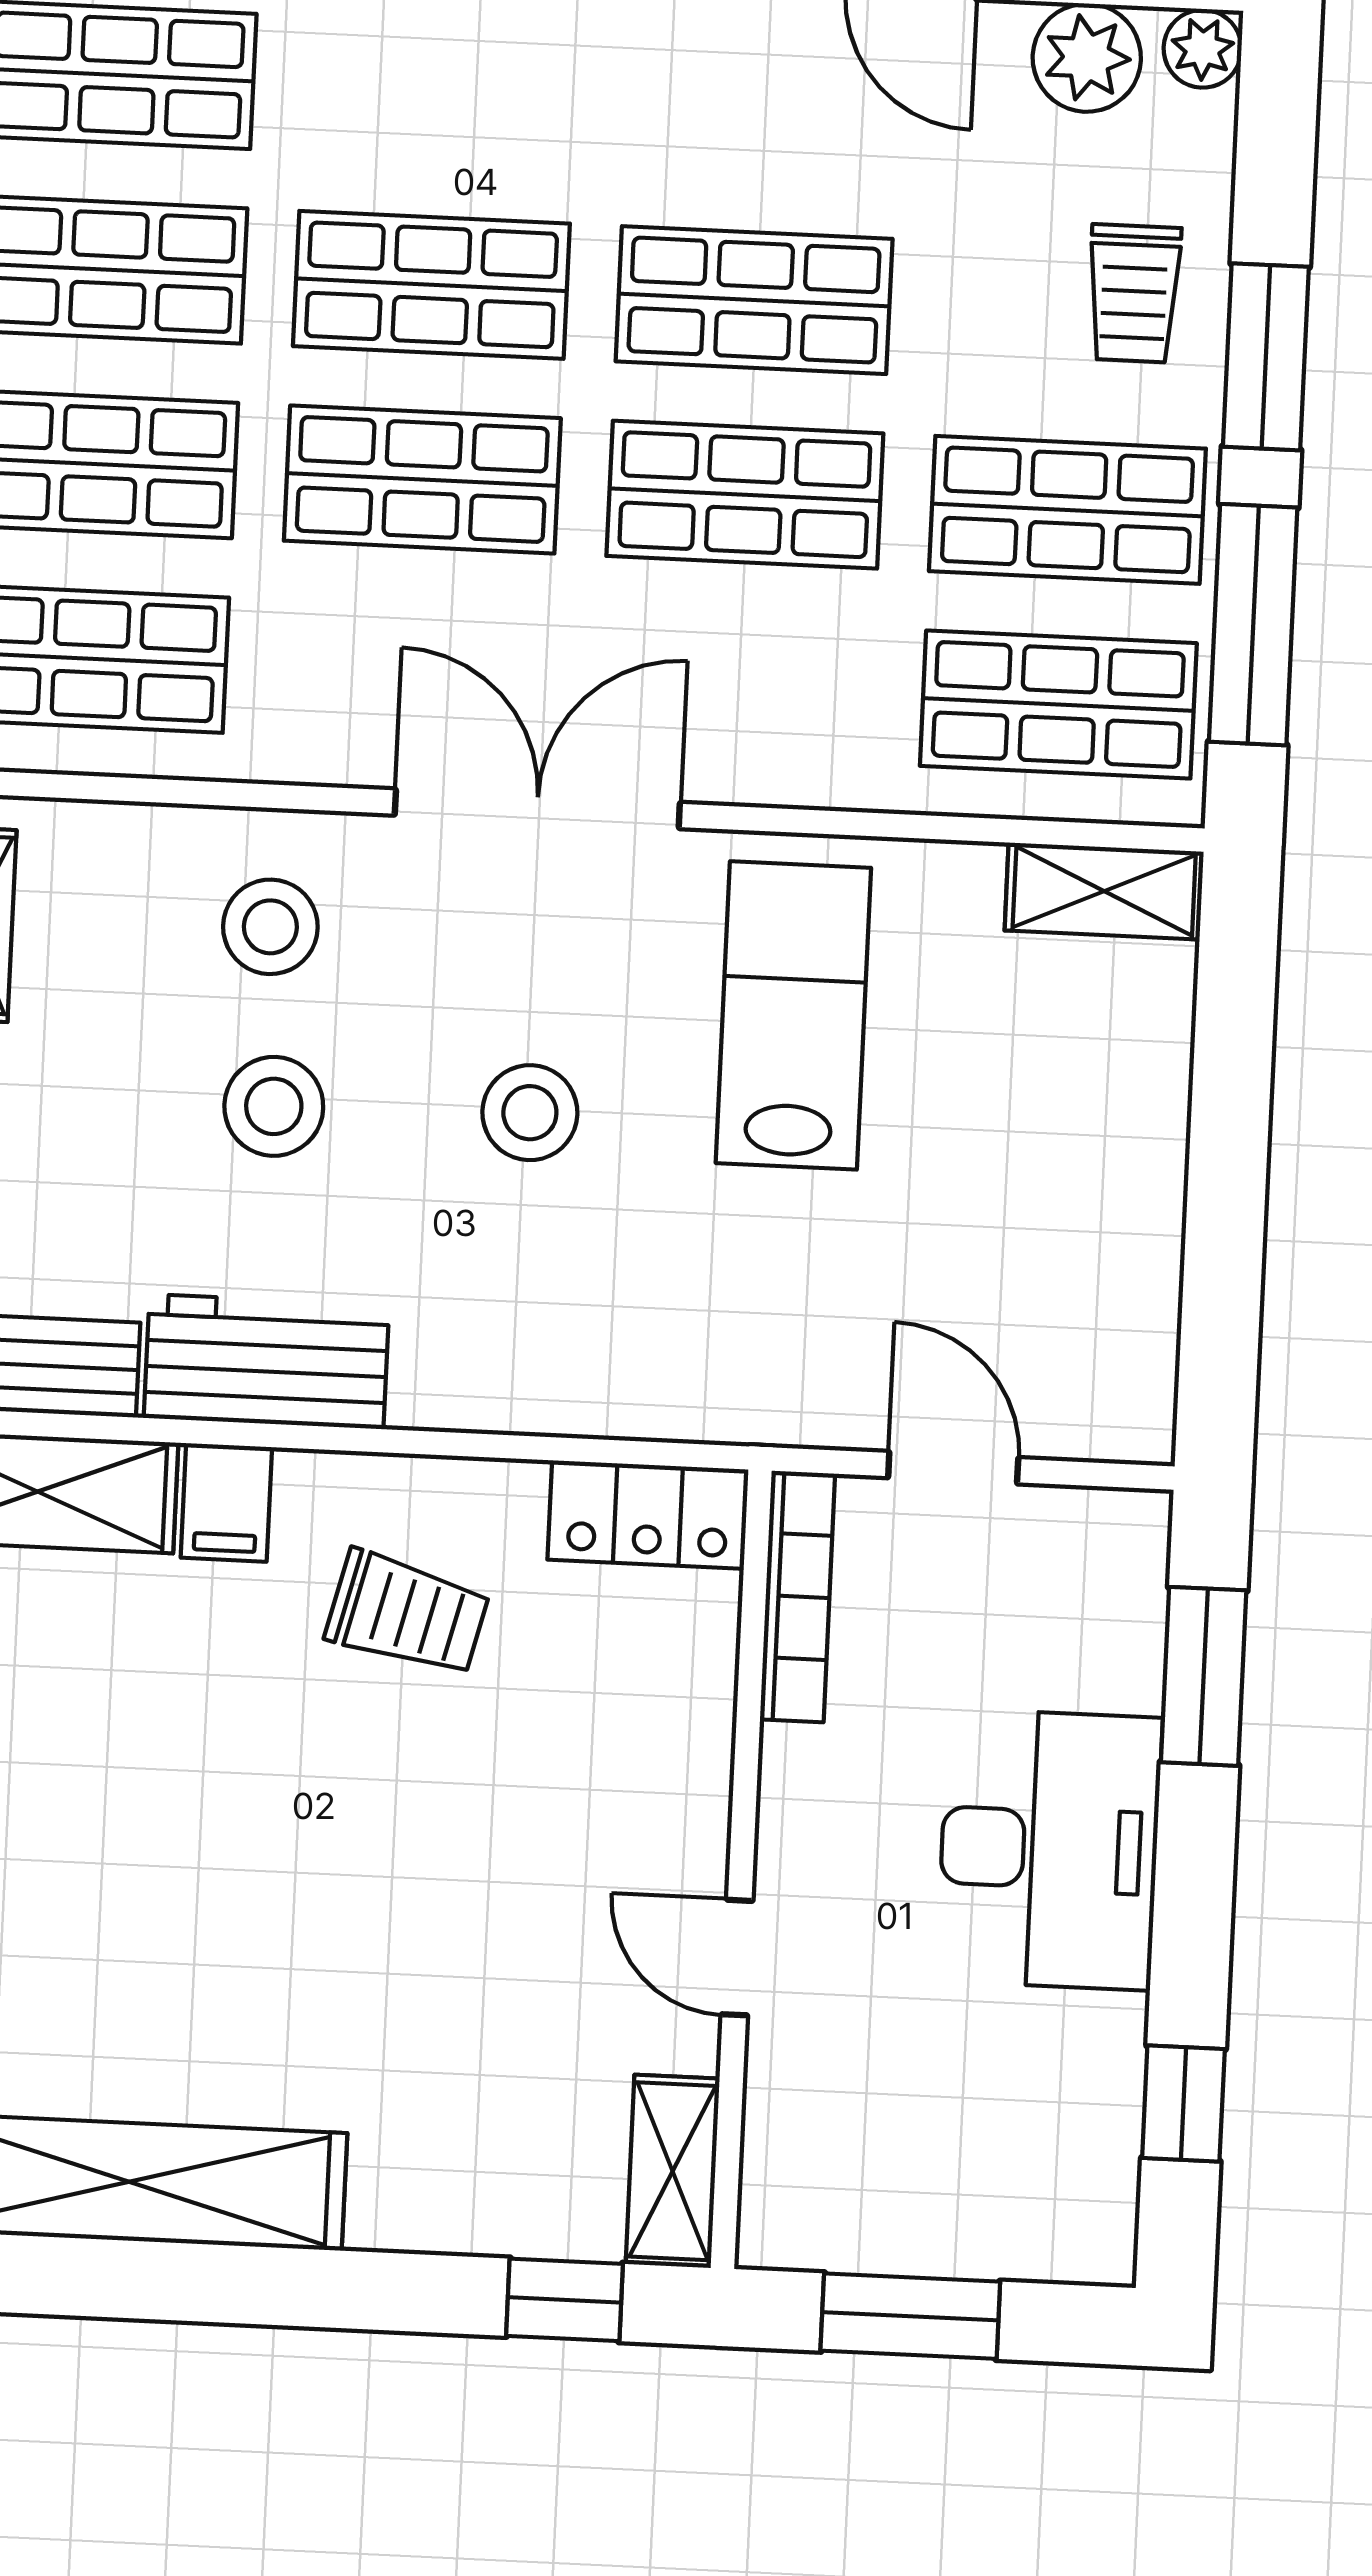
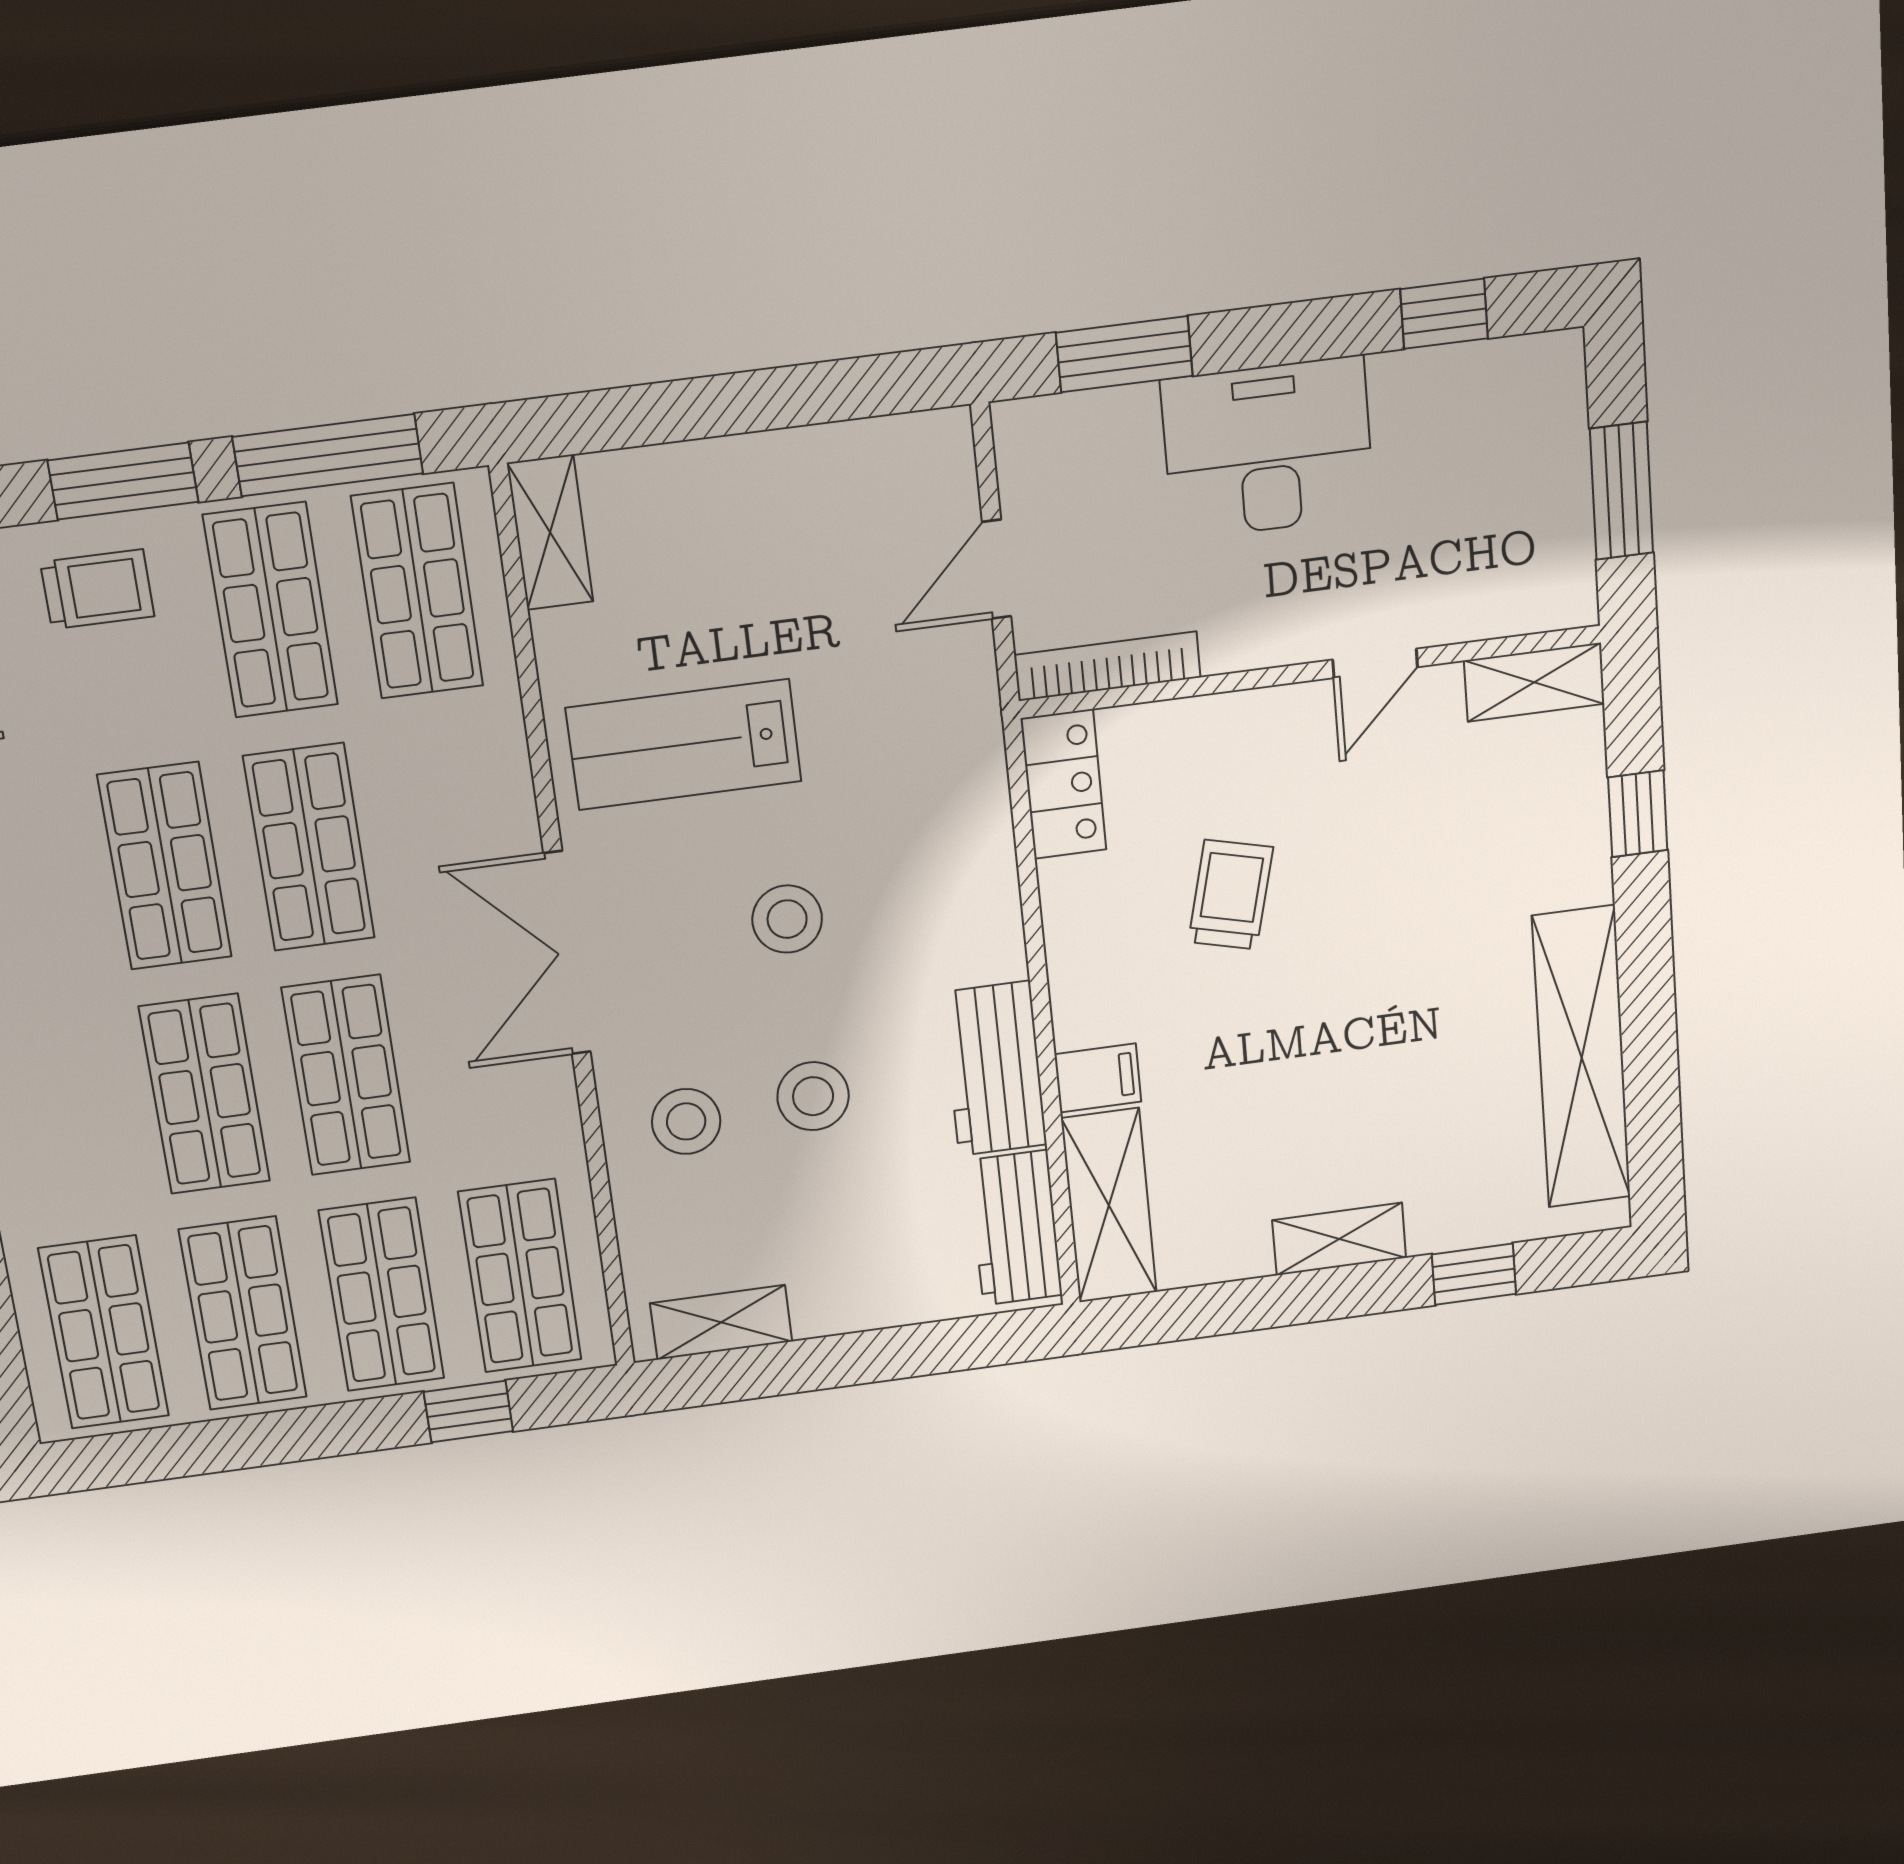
trolley: (407, 1614) -> (1231, 895), moved
window: (564, 2300) -> (1638, 814), moved

